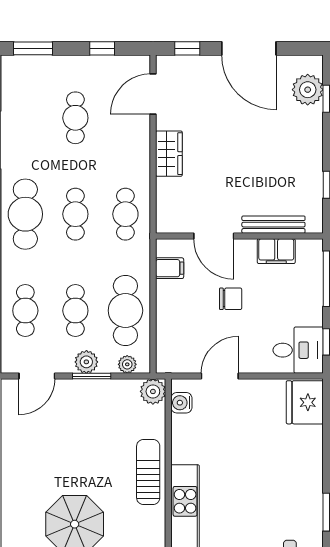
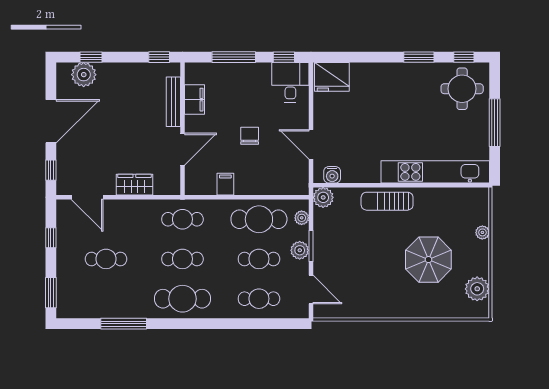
bench: (273, 225) -> (173, 102), moved
door: (214, 236) -> (182, 149), moved
wall: (239, 236) -> (182, 129), moved
filing cabinet: (276, 251) -> (195, 100), moved

